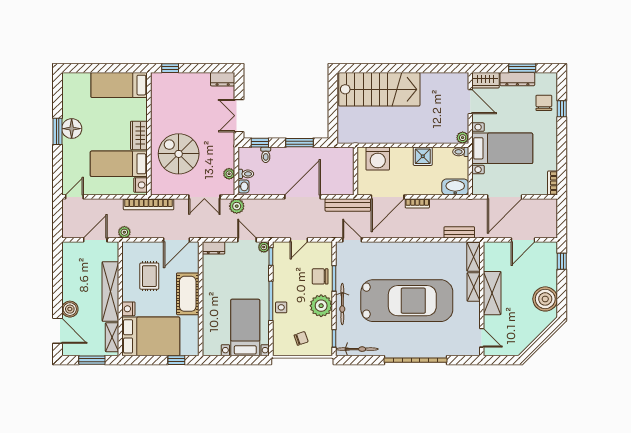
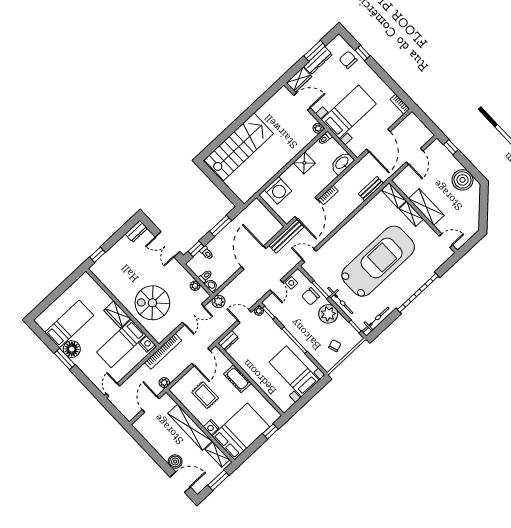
bed: (119, 85) -> (69, 324), moved, turned 180
cot: (188, 294) -> (237, 379), width x0.73, depth x0.75
side table: (281, 307) -> (291, 283), moved

